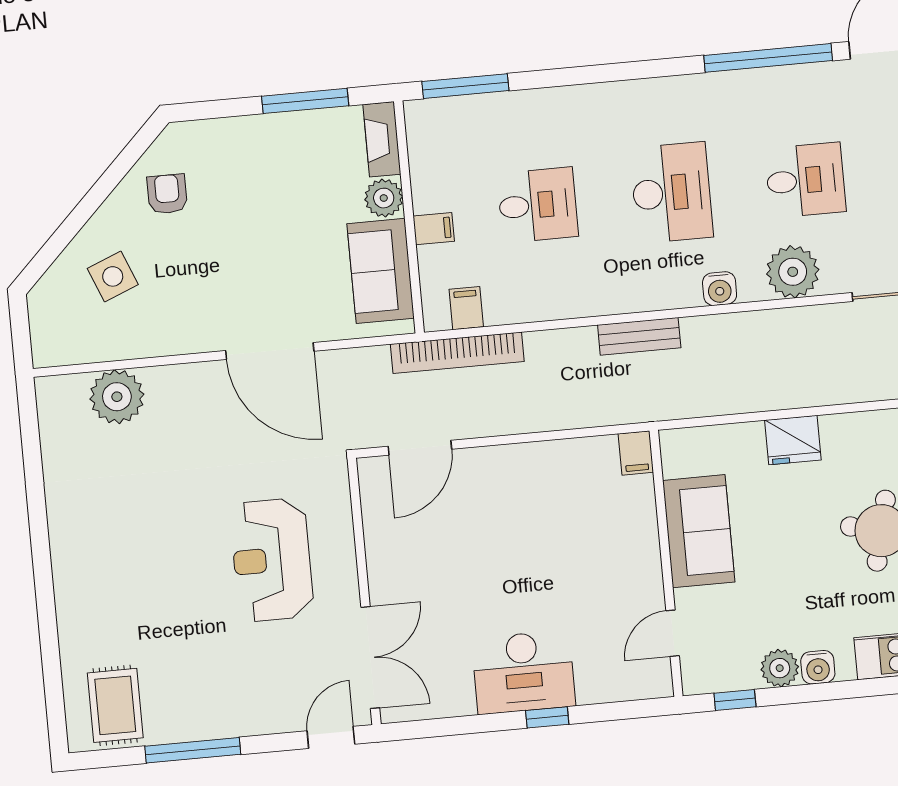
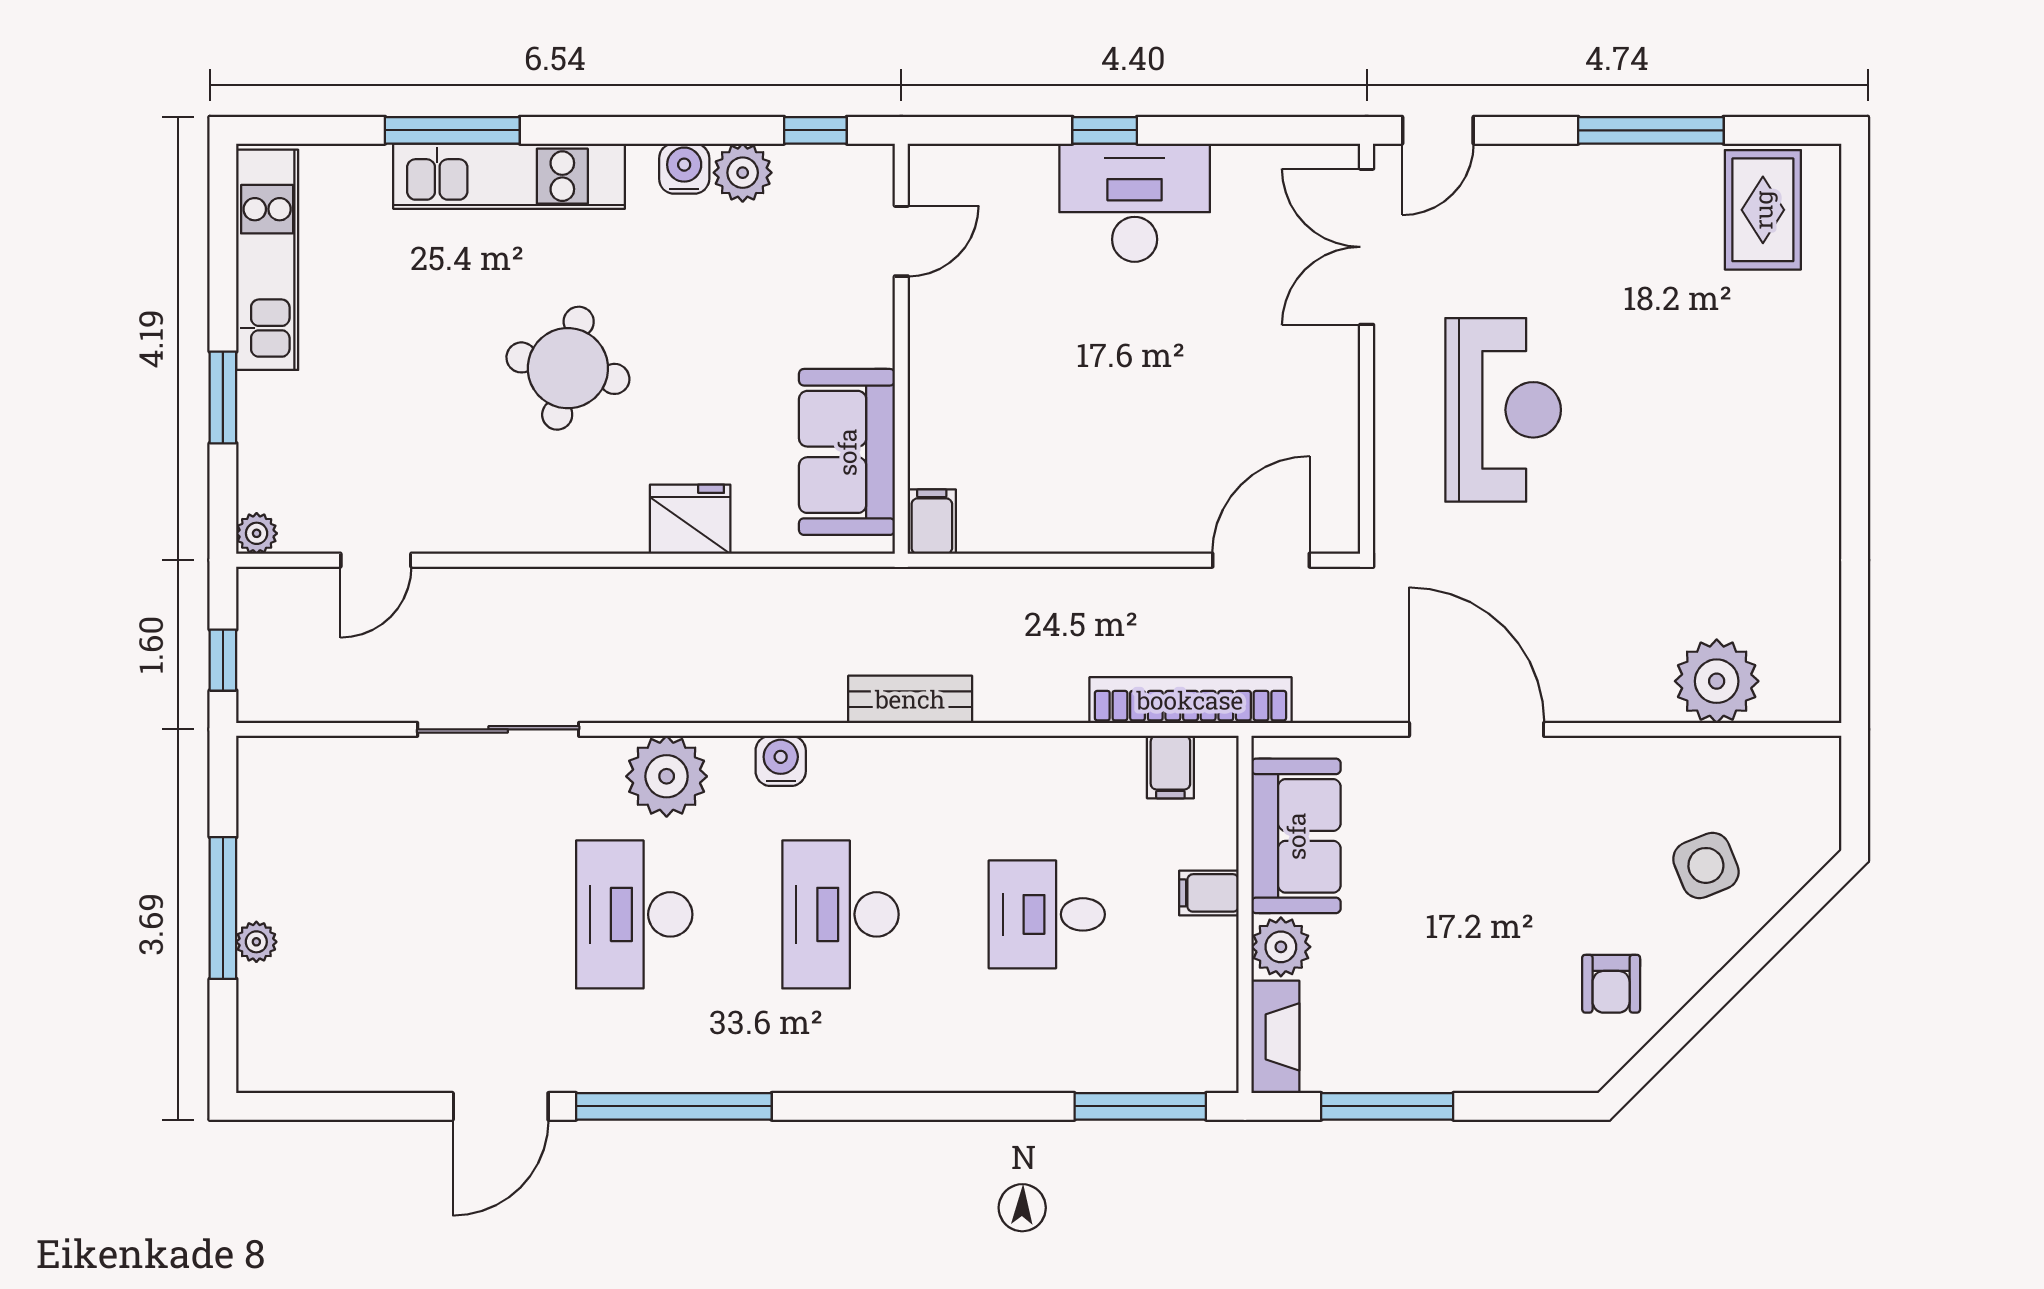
desk: (805, 180) -> (634, 914), width x1.37
sofa: (699, 531) -> (847, 452), moved

